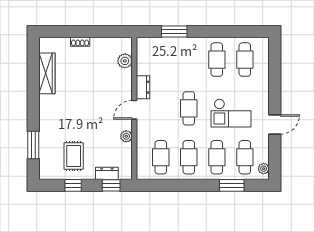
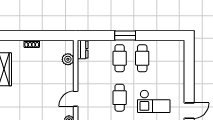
window: (174, 31) -> (125, 35), moved
cafe table: (245, 60) -> (120, 58), moved
dresser: (143, 87) -> (83, 49), moved

